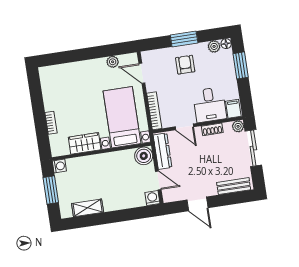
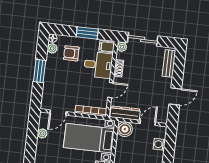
armchair: (185, 65) -> (71, 53), moved
window: (241, 65) -> (87, 33), moved
washing machine: (152, 198) -> (159, 144), moved

